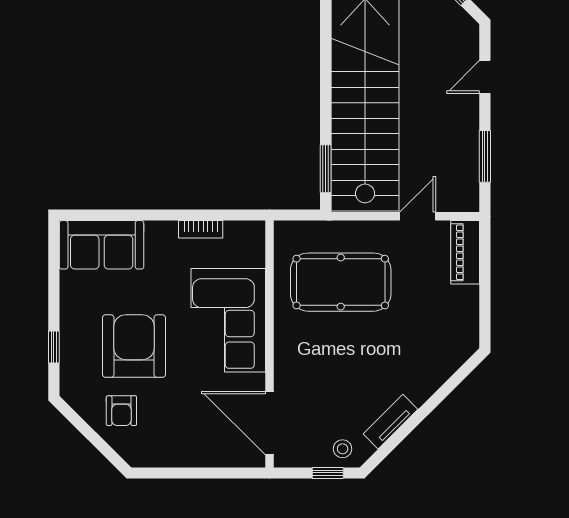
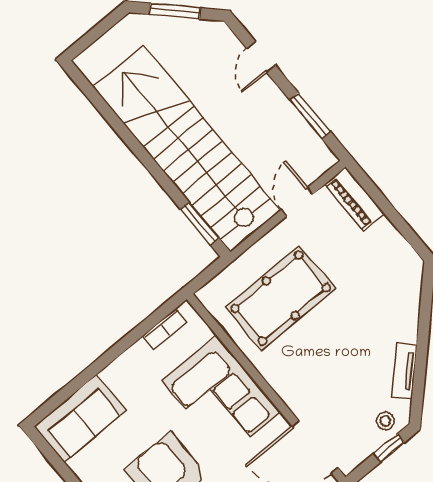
bookcase: (201, 229) -> (165, 329), moved

